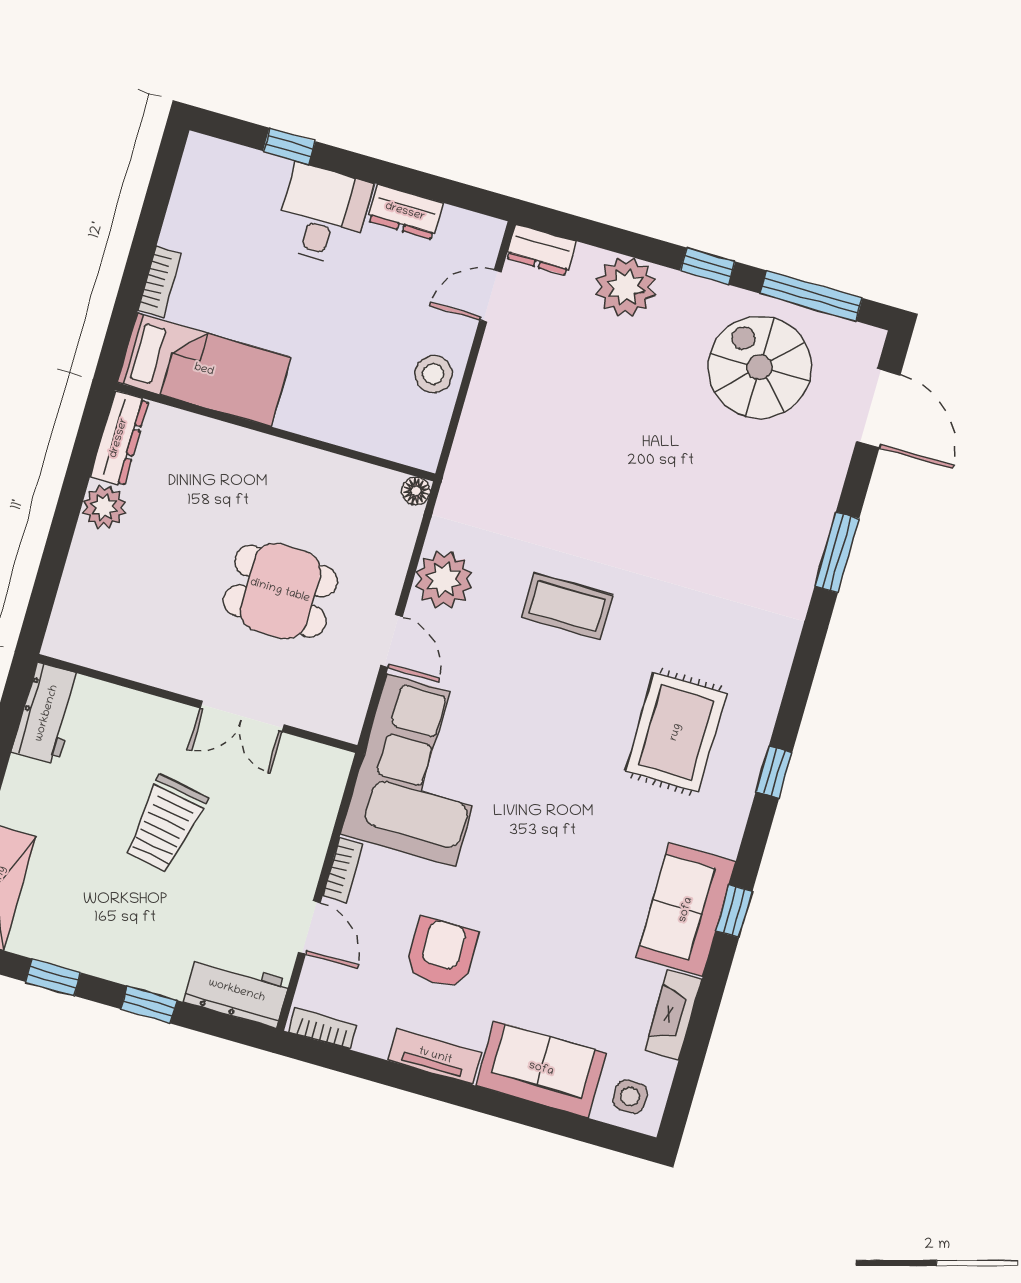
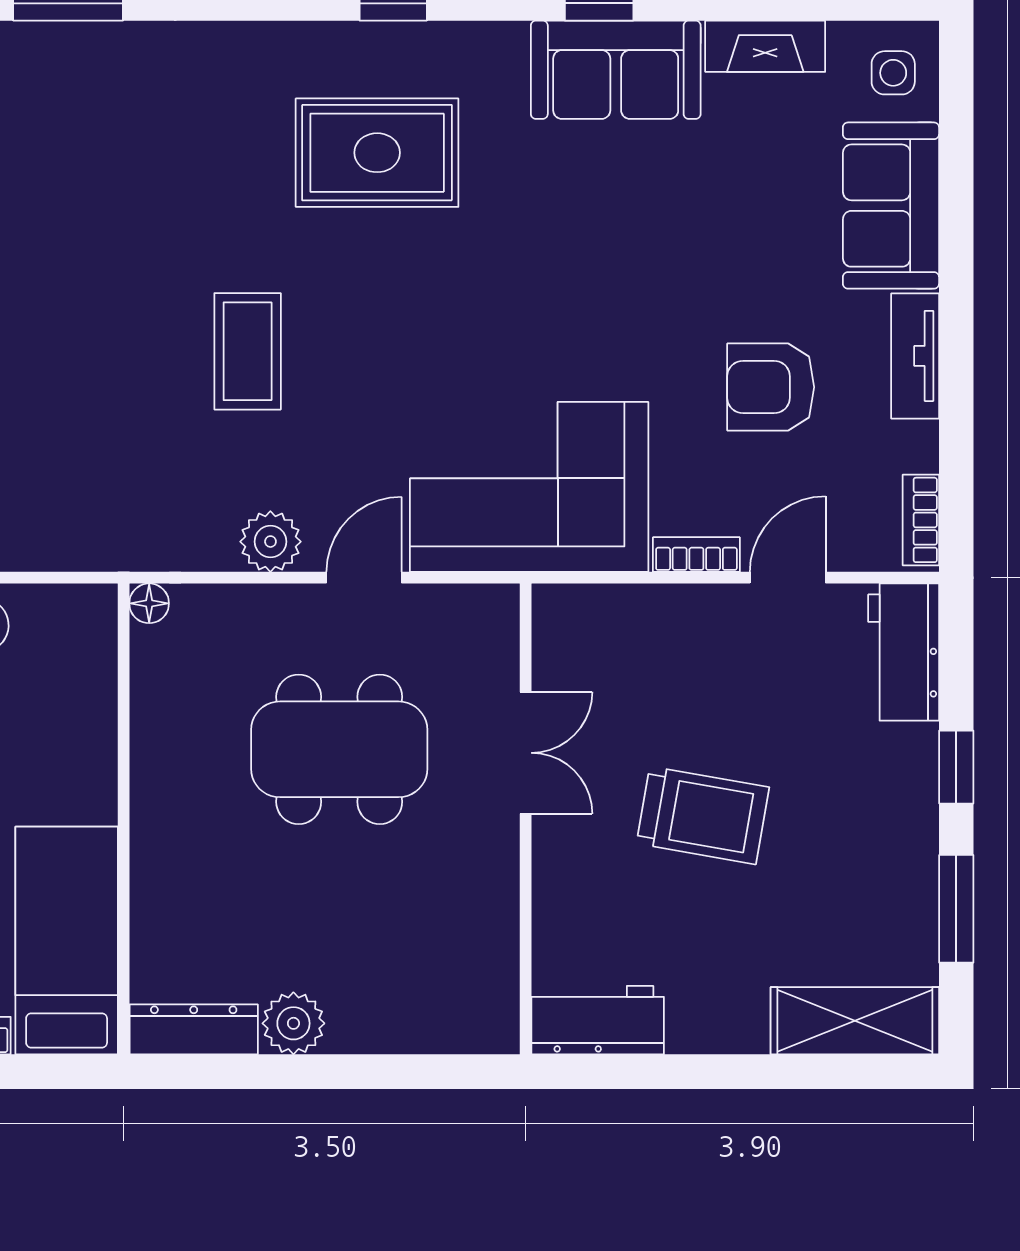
plant: (444, 580) -> (270, 542), width x0.73, depth x0.73
dining table: (280, 591) -> (339, 749), width x1.38
window: (53, 977) -> (956, 909), width x1.50

